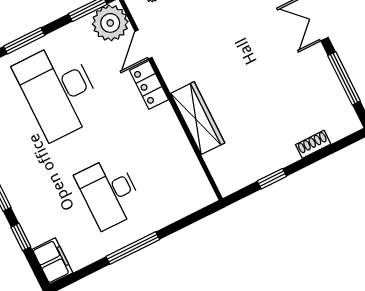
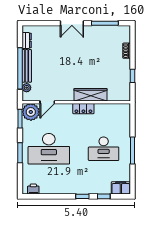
door: (144, 44) -> (47, 102), hinge flipped
locker: (149, 85) -> (83, 109), moved

